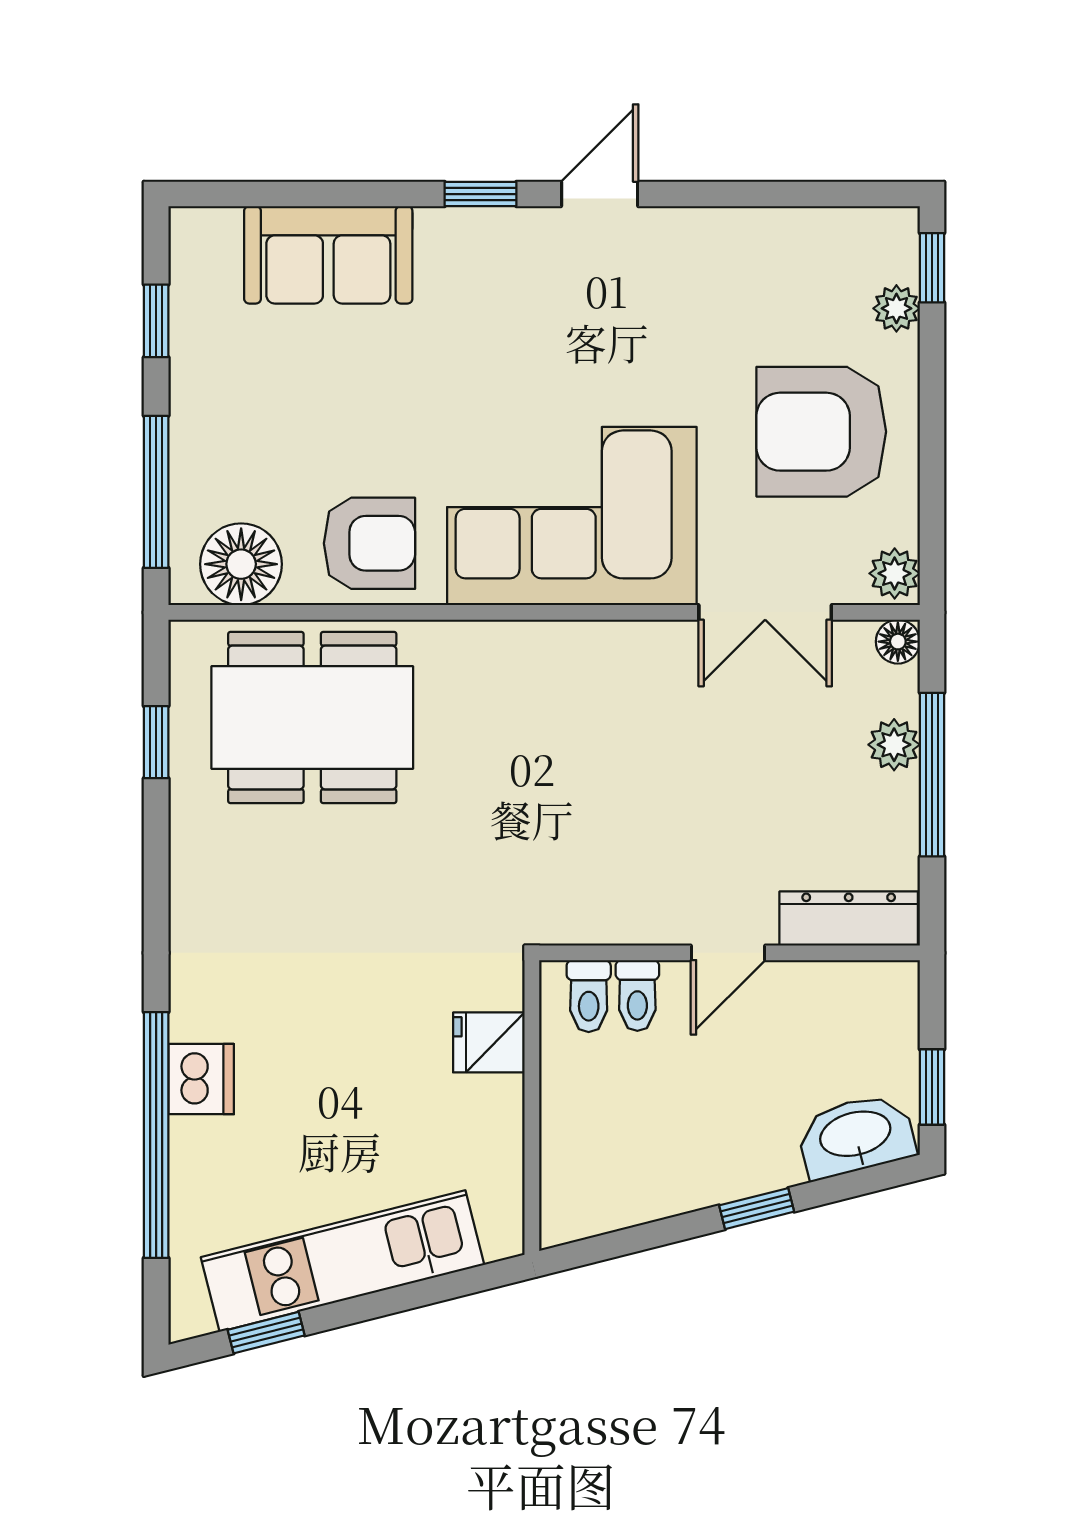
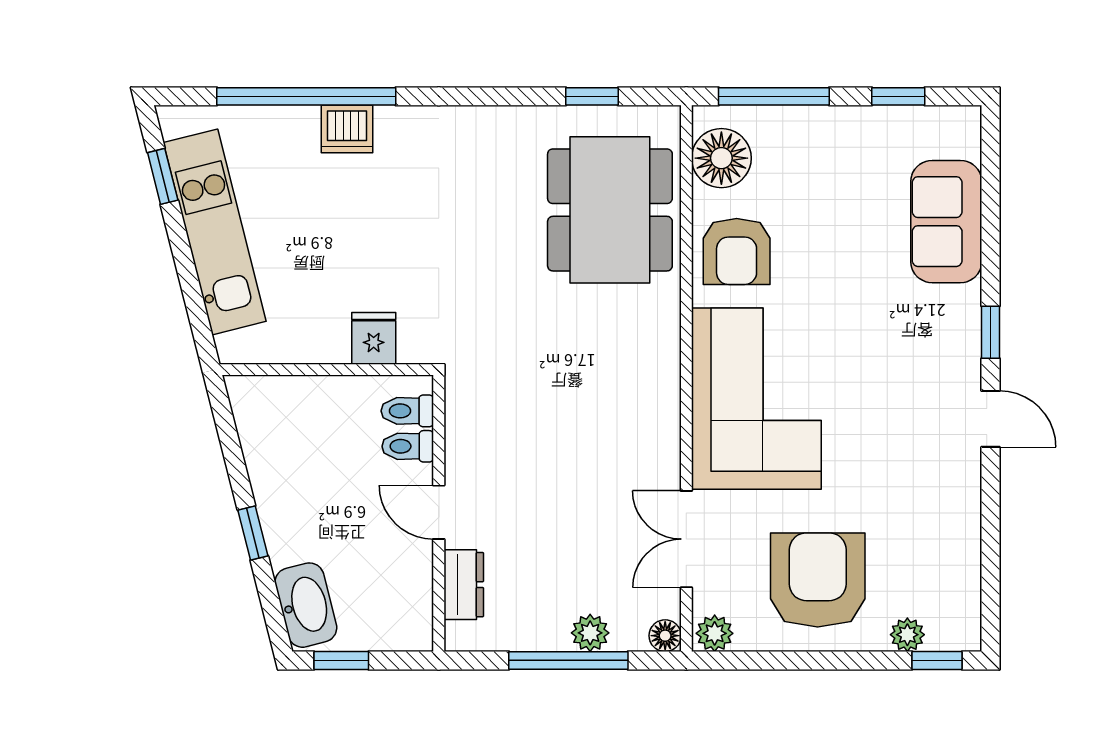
dresser: (849, 918) -> (464, 585), width x0.70

